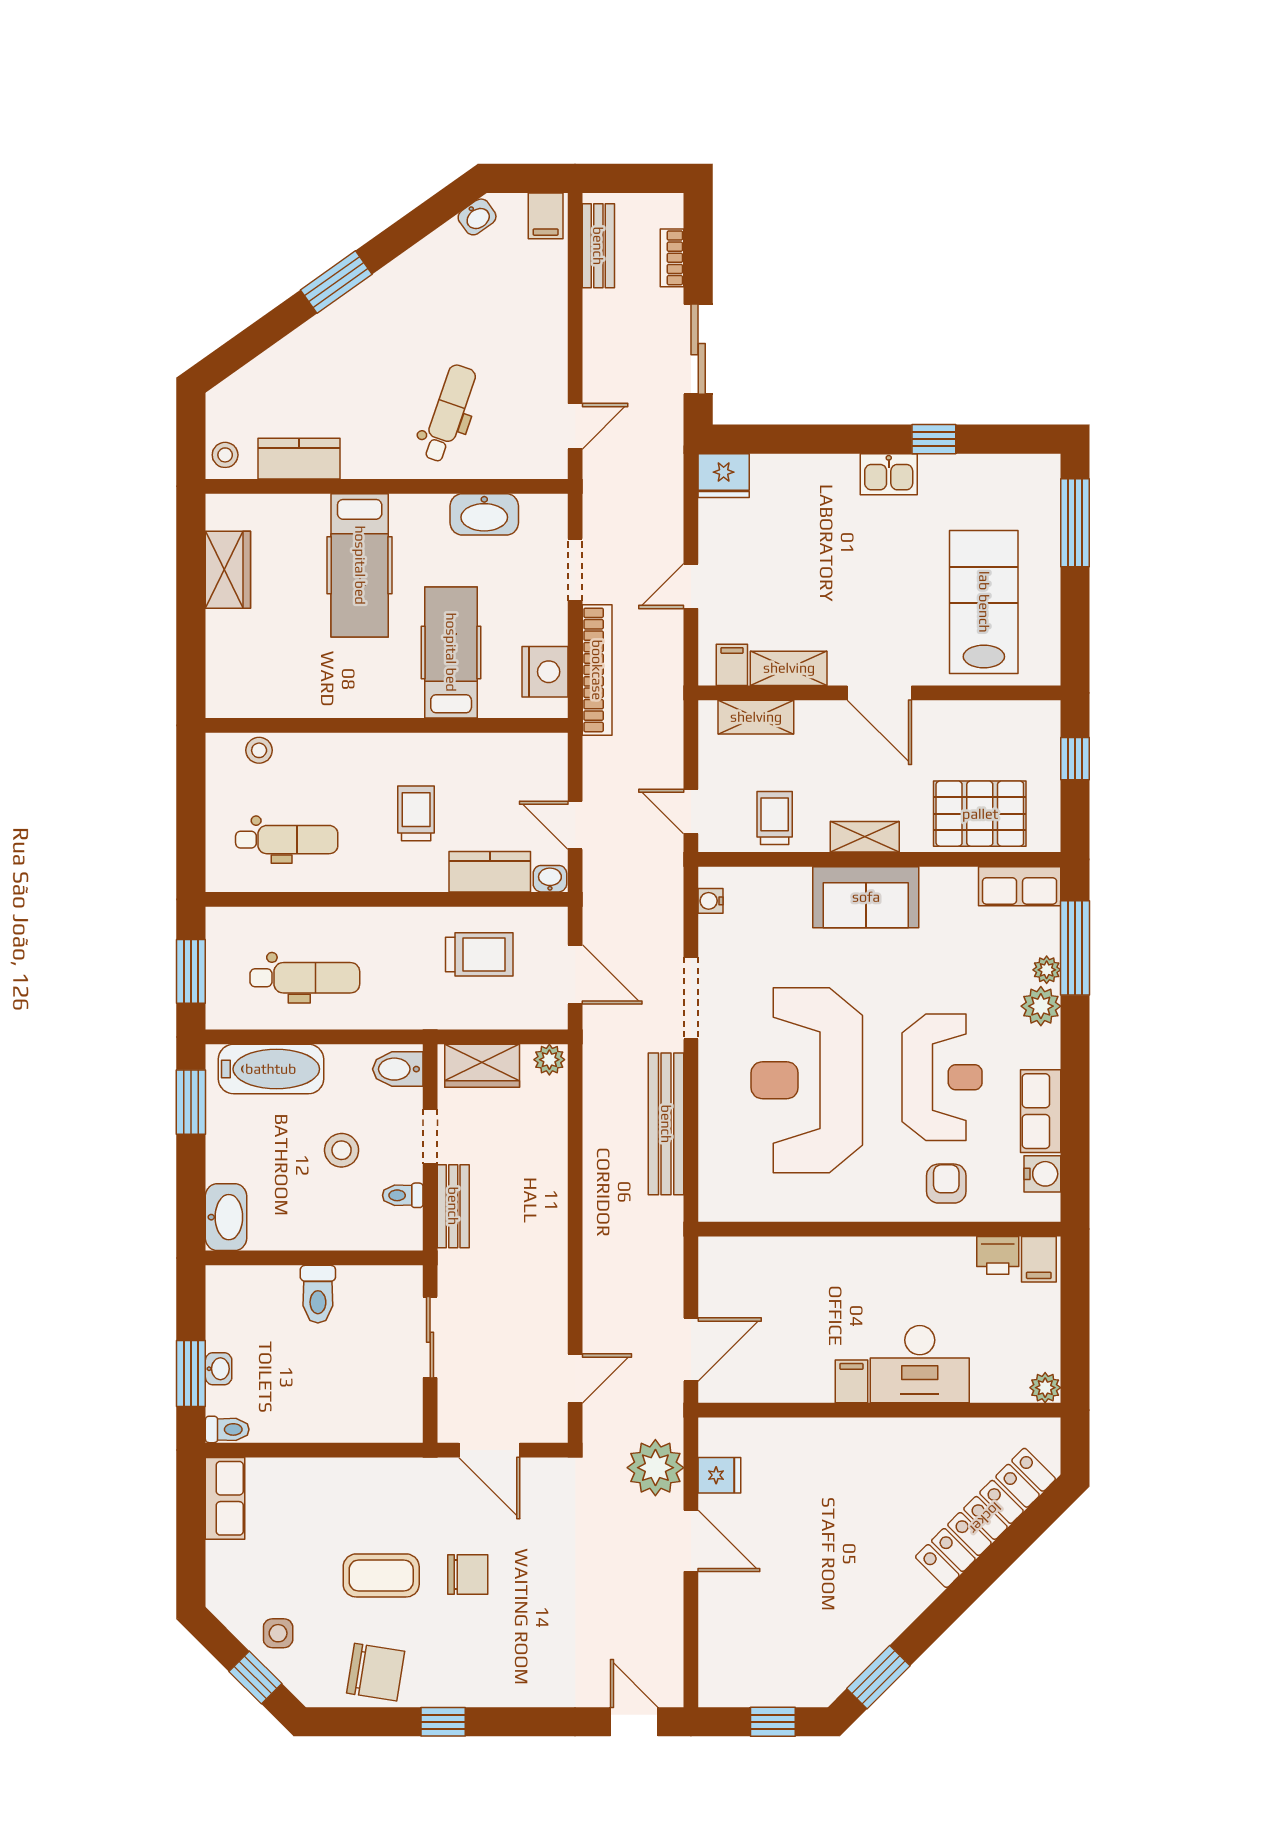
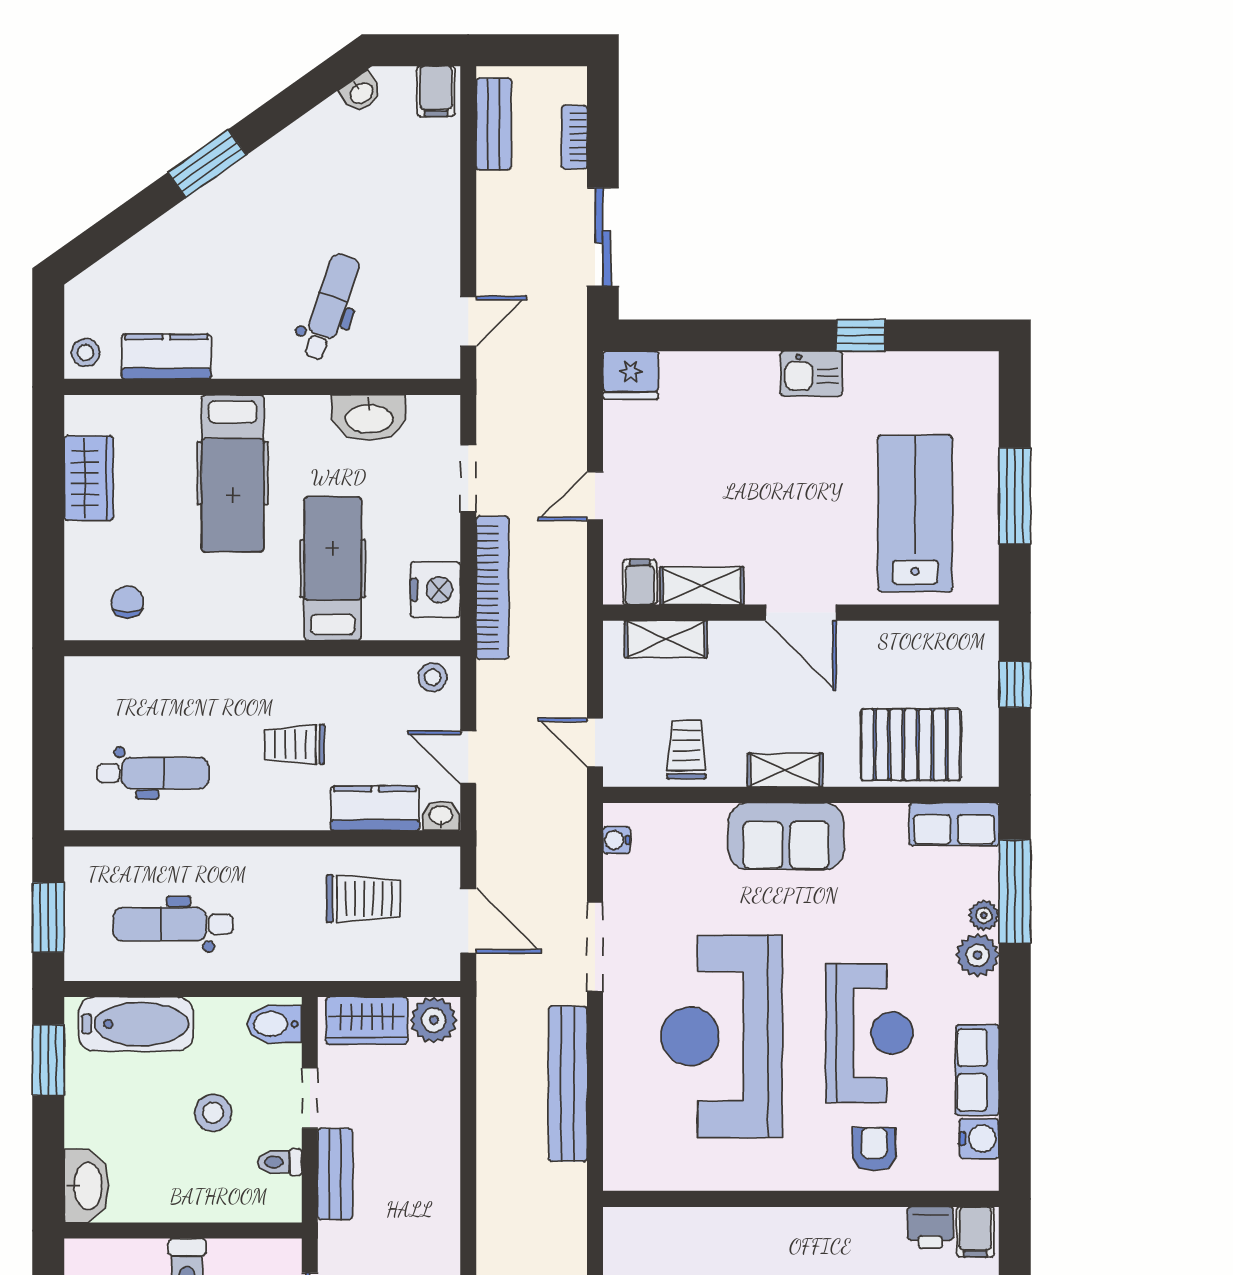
window: (1075, 523) -> (1015, 496), moved
chair: (263, 683) -> (127, 602), added
stool: (259, 750) -> (433, 677), moved
trolley: (416, 813) -> (294, 745), turned -90
dental chair: (305, 978) -> (173, 924), turned 180
plant: (549, 1060) -> (434, 1020), width x1.38, depth x1.38

